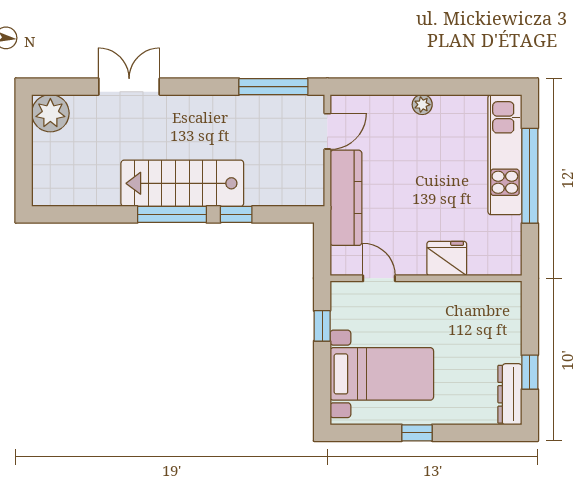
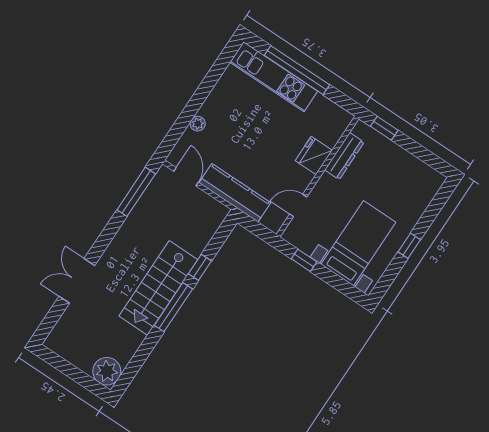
plant: (422, 105) -> (198, 124), moved
plant: (50, 113) -> (107, 371), moved
window: (530, 372) -> (384, 128), moved
dresser: (510, 394) -> (344, 156), moved, turned -90

